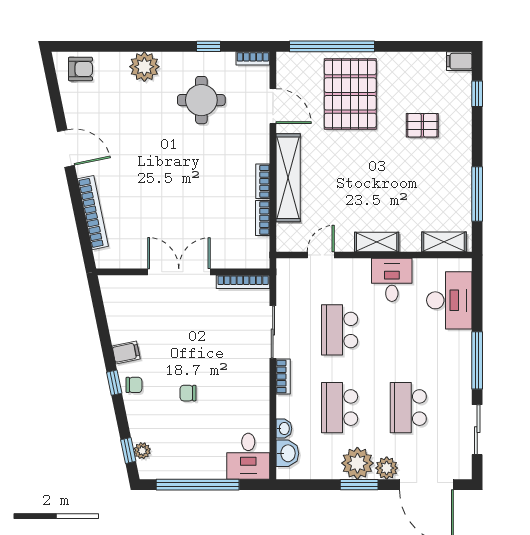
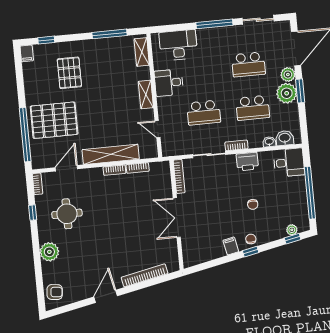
armchair: (80, 69) -> (55, 292), turned 96
pallet: (422, 125) -> (69, 73), width x1.50, depth x1.42
printer: (256, 391) -> (247, 162), added

